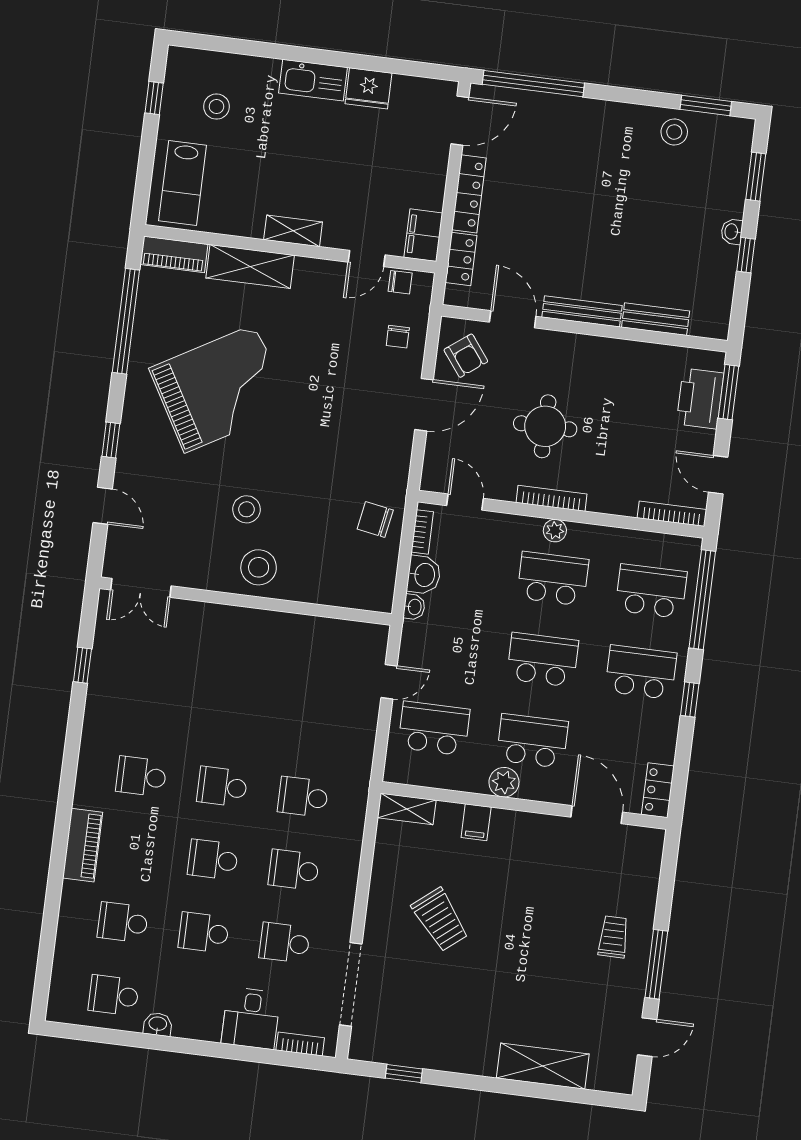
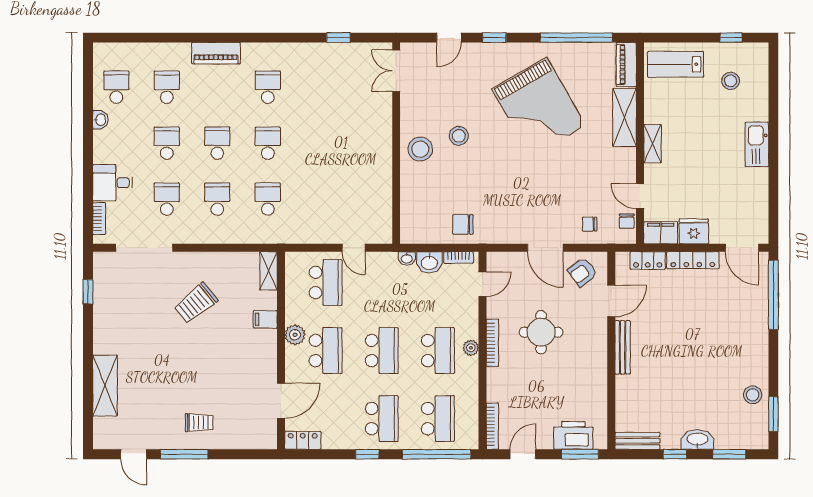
fridge: (368, 88) -> (694, 231), moved, turned 90
washbasin: (732, 232) -> (697, 440), width x1.91, depth x1.45
bench: (656, 319) -> (637, 441), moved, turned 90
chair: (375, 519) -> (463, 224), turned -100

